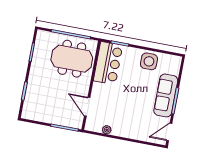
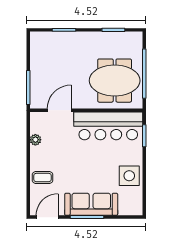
meeting table: (72, 59) -> (115, 81), turned 90
bar counter: (108, 63) -> (108, 126), width x1.36
coffee table: (137, 130) -> (43, 178), added
door: (169, 132) -> (47, 217), hinge flipped

